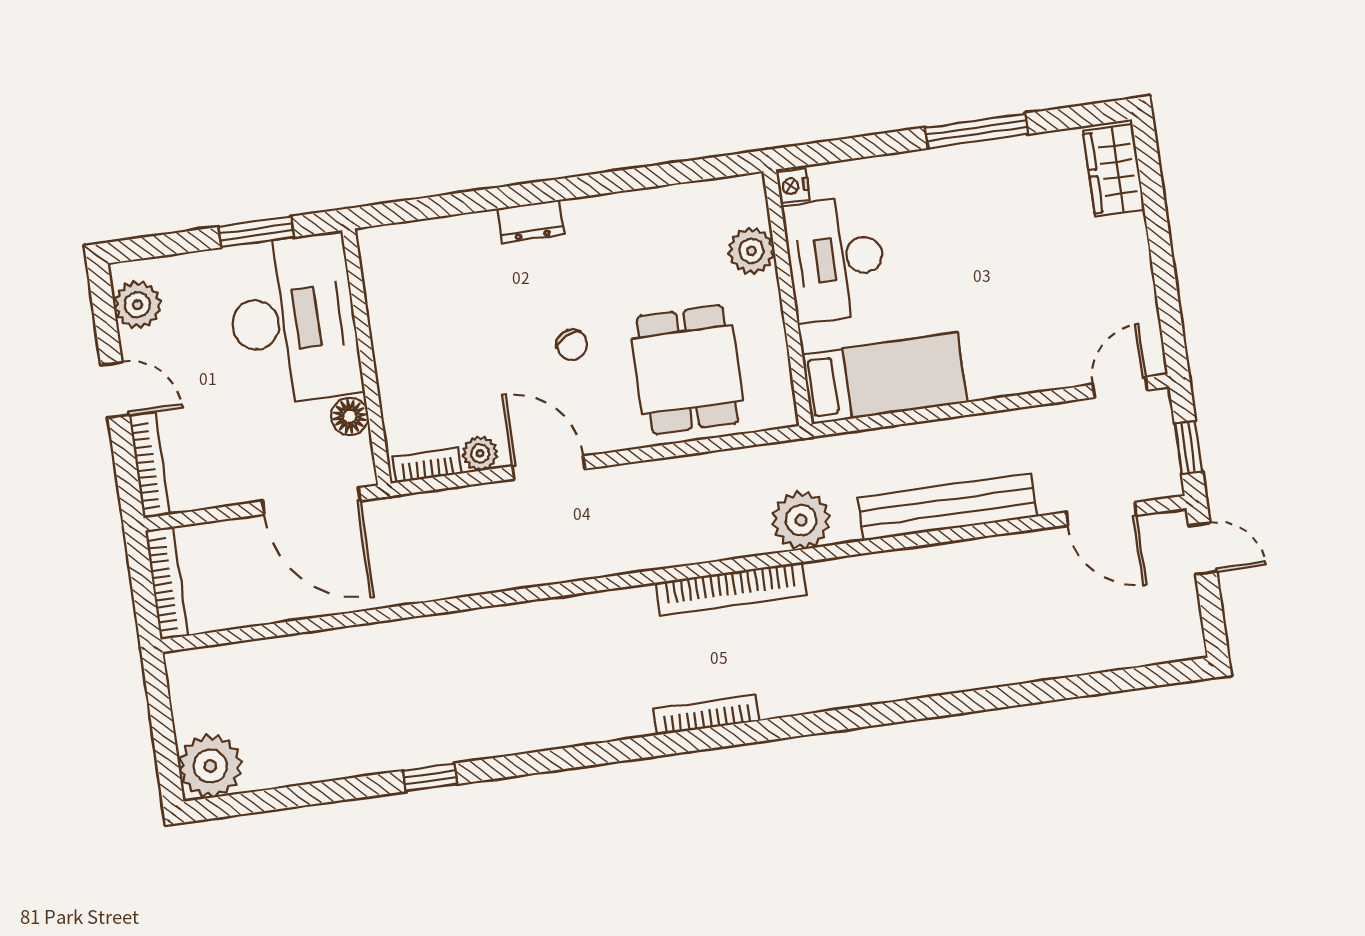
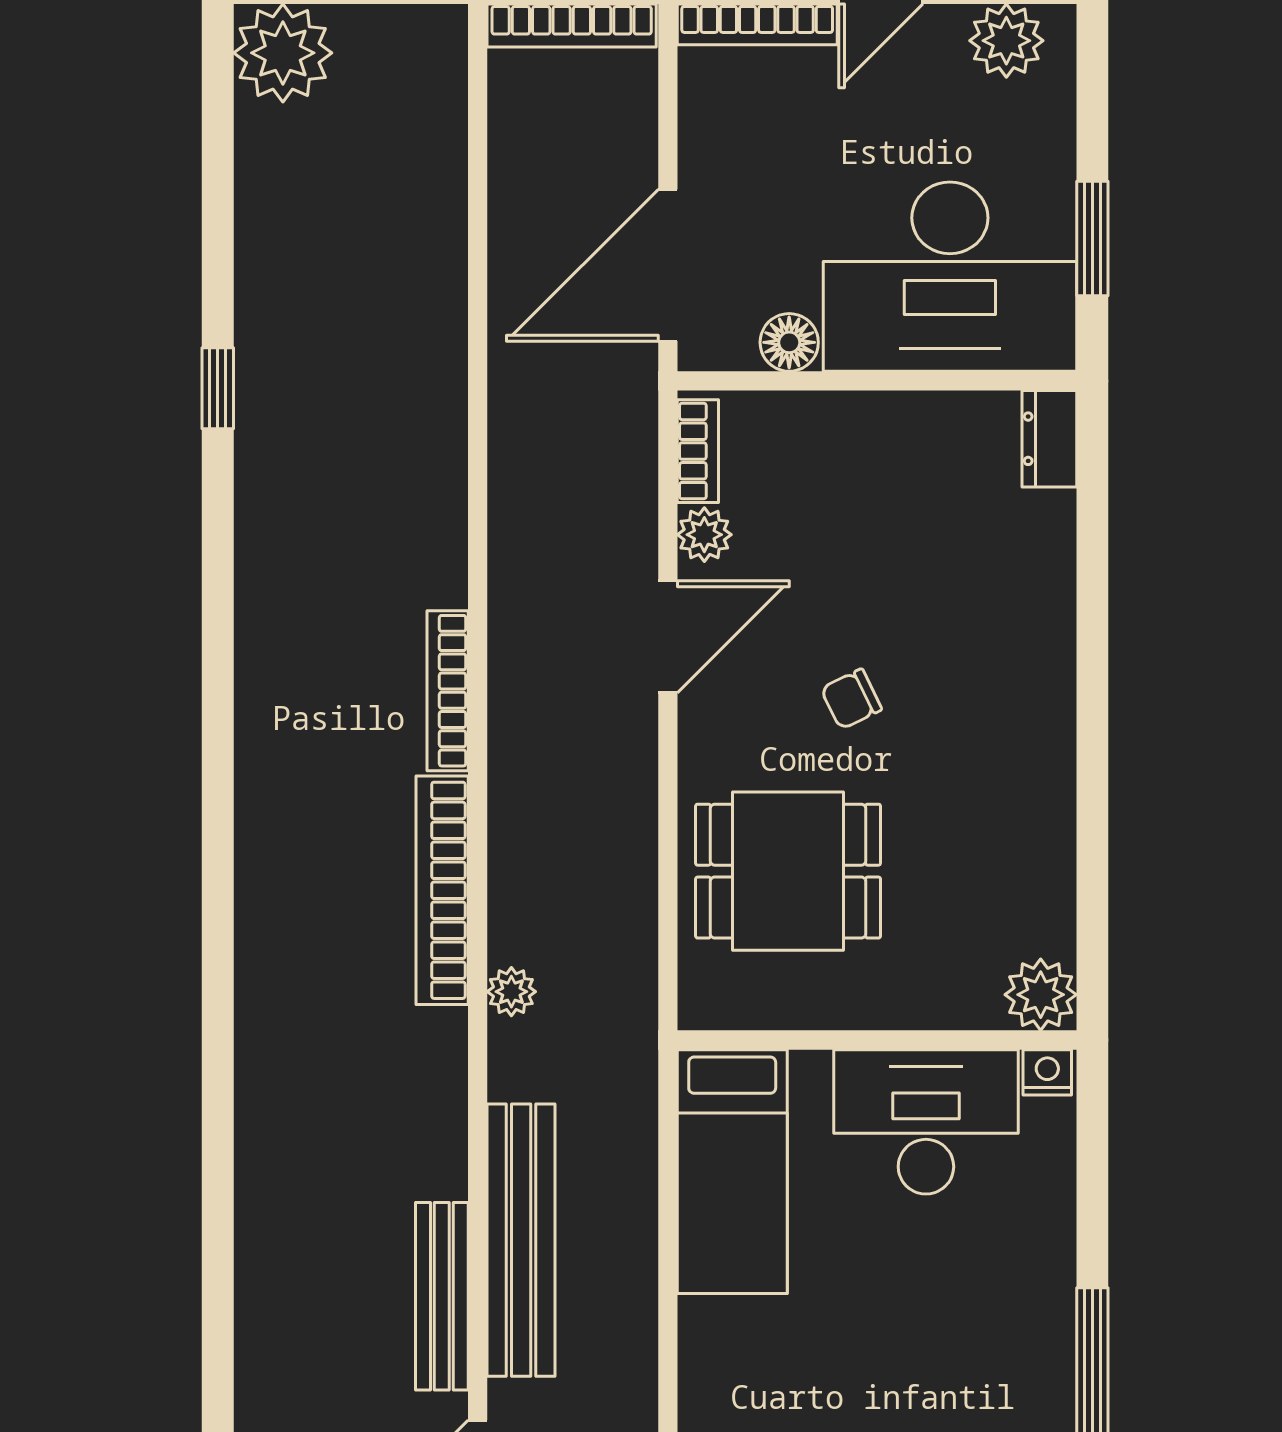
dresser: (531, 221) -> (1049, 439), moved
plant: (751, 251) -> (1041, 995), moved
plant: (801, 520) -> (511, 992), width x0.53, depth x0.53
bench: (990, 553) -> (442, 1296), added
bookcase: (706, 715) -> (448, 691), moved, turned 180

